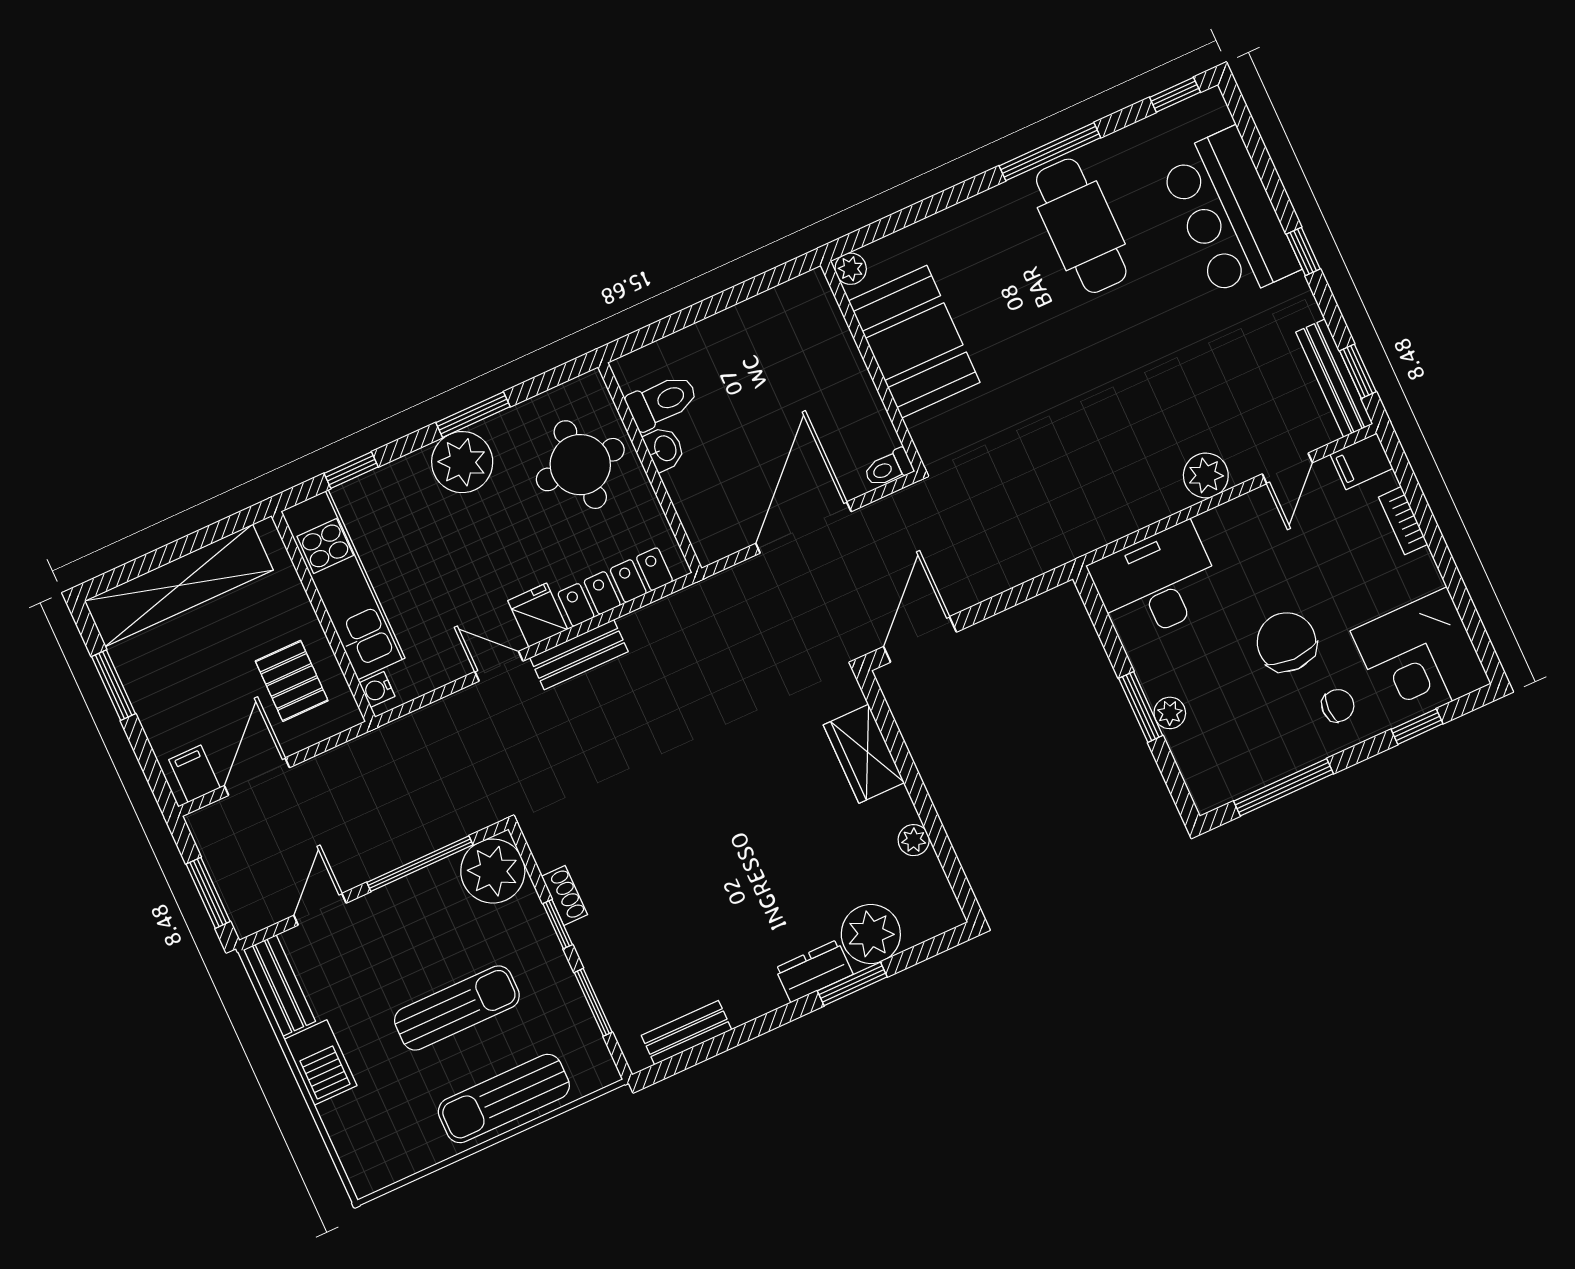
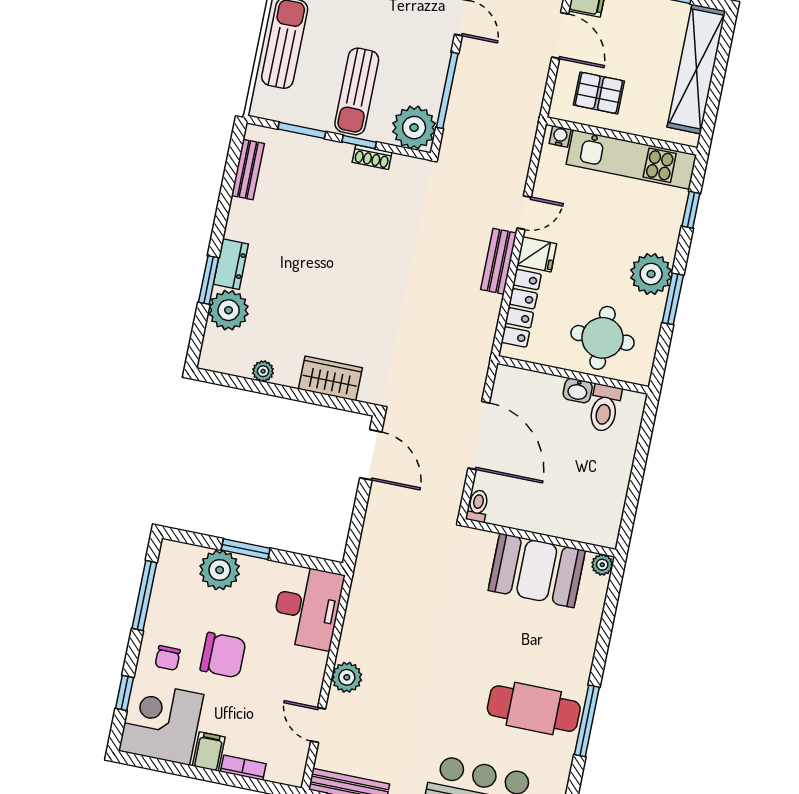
filing cabinet: (1361, 461) -> (209, 751), moved
plant: (1170, 713) -> (220, 570), width x1.88, depth x1.88
sun lounger: (457, 1008) -> (357, 91), moved

